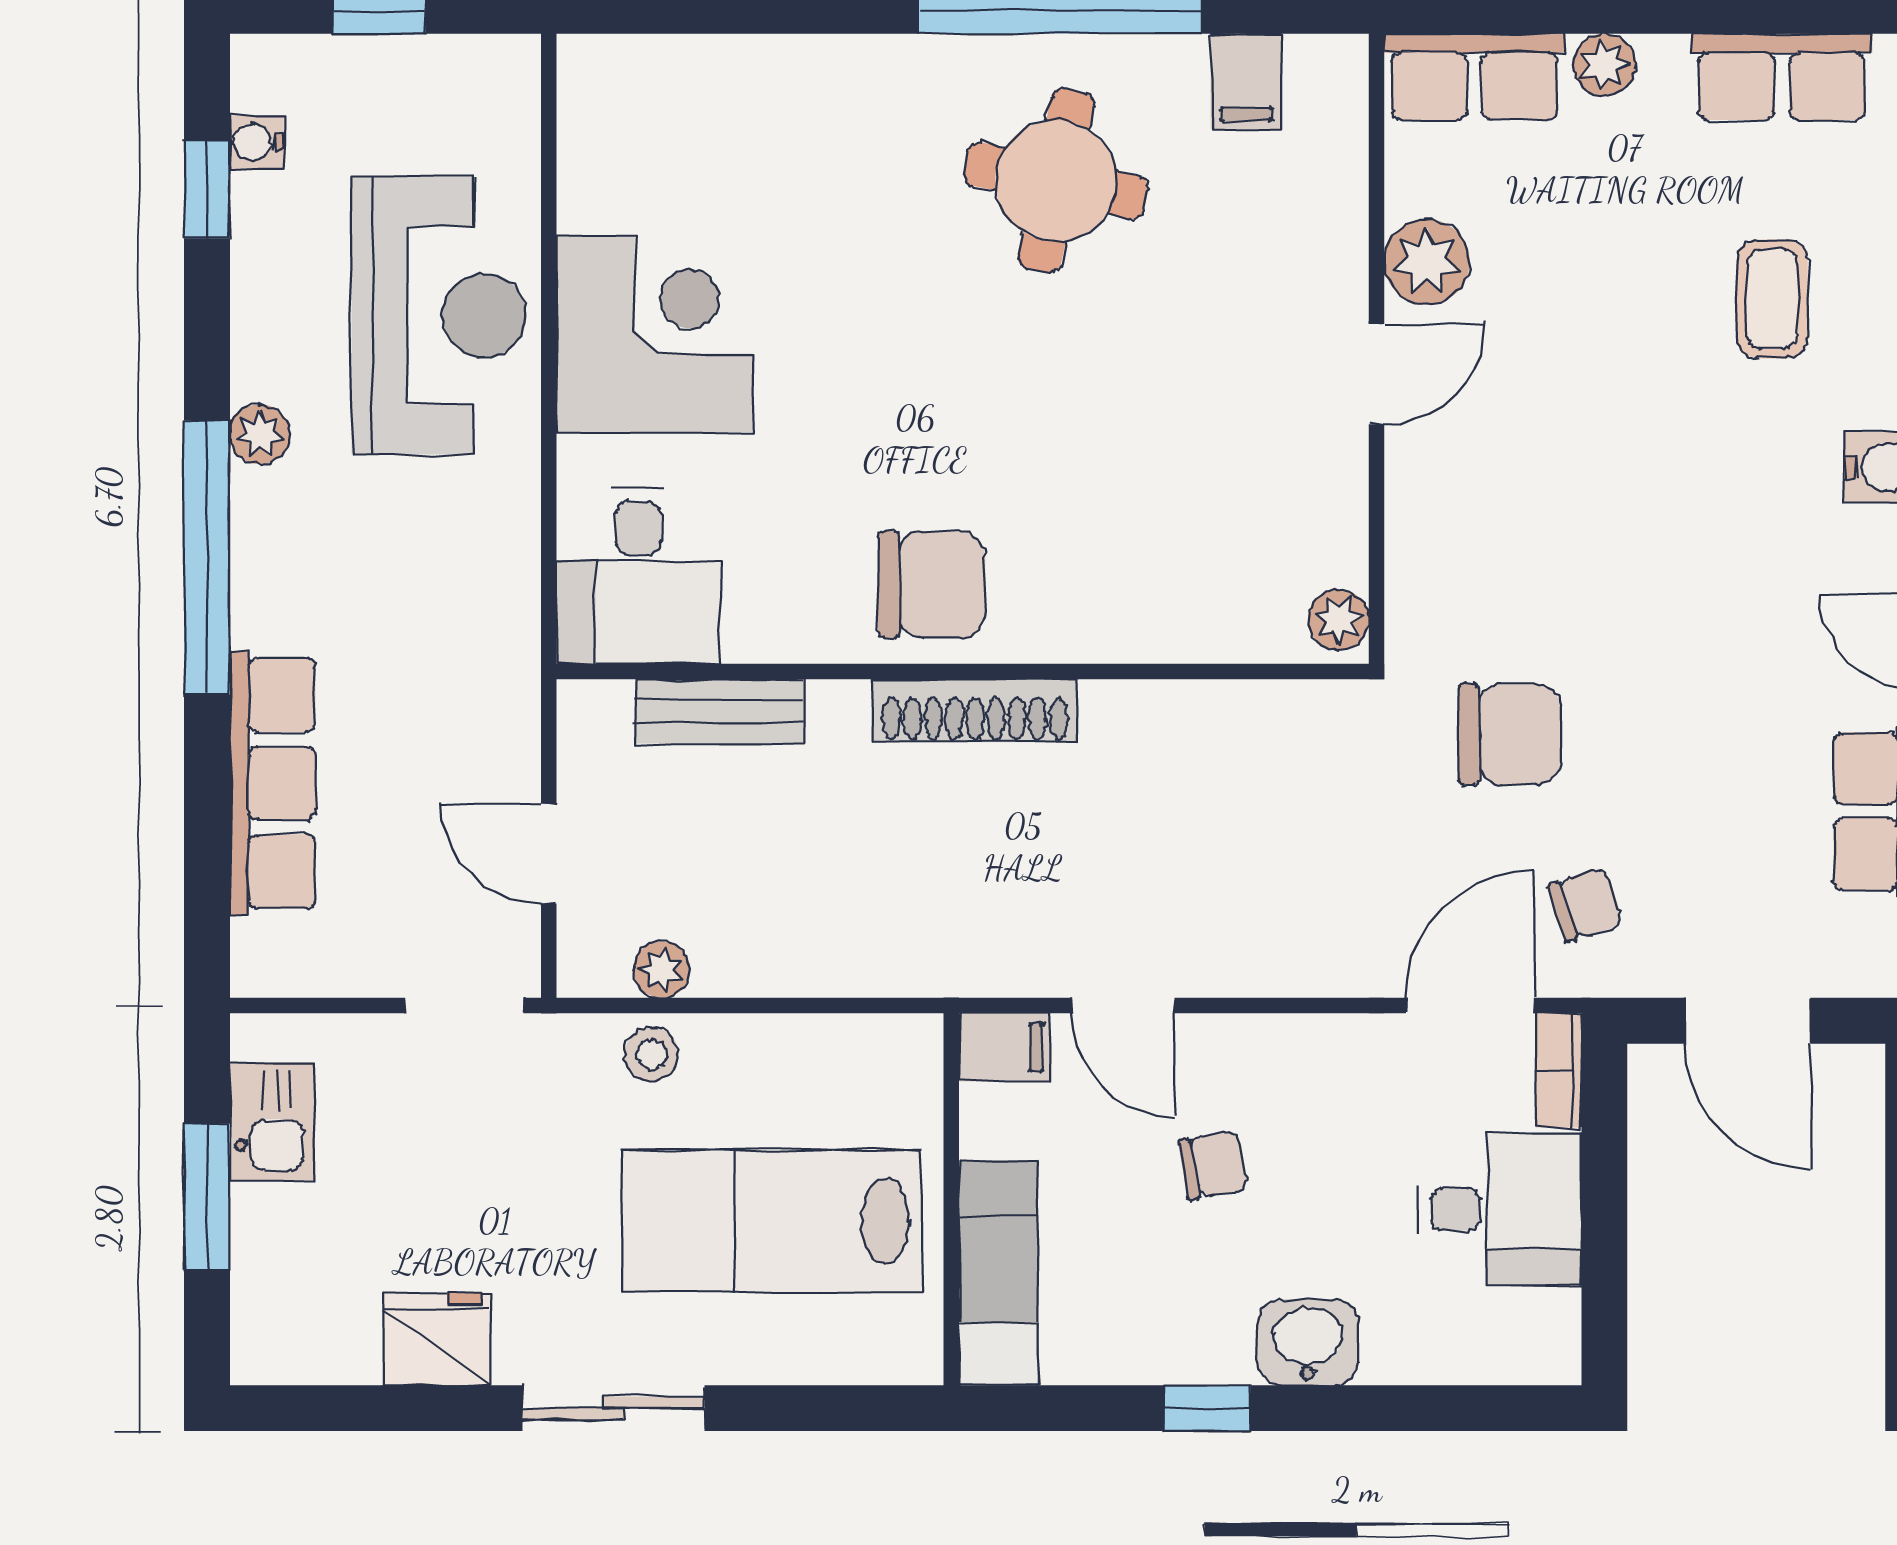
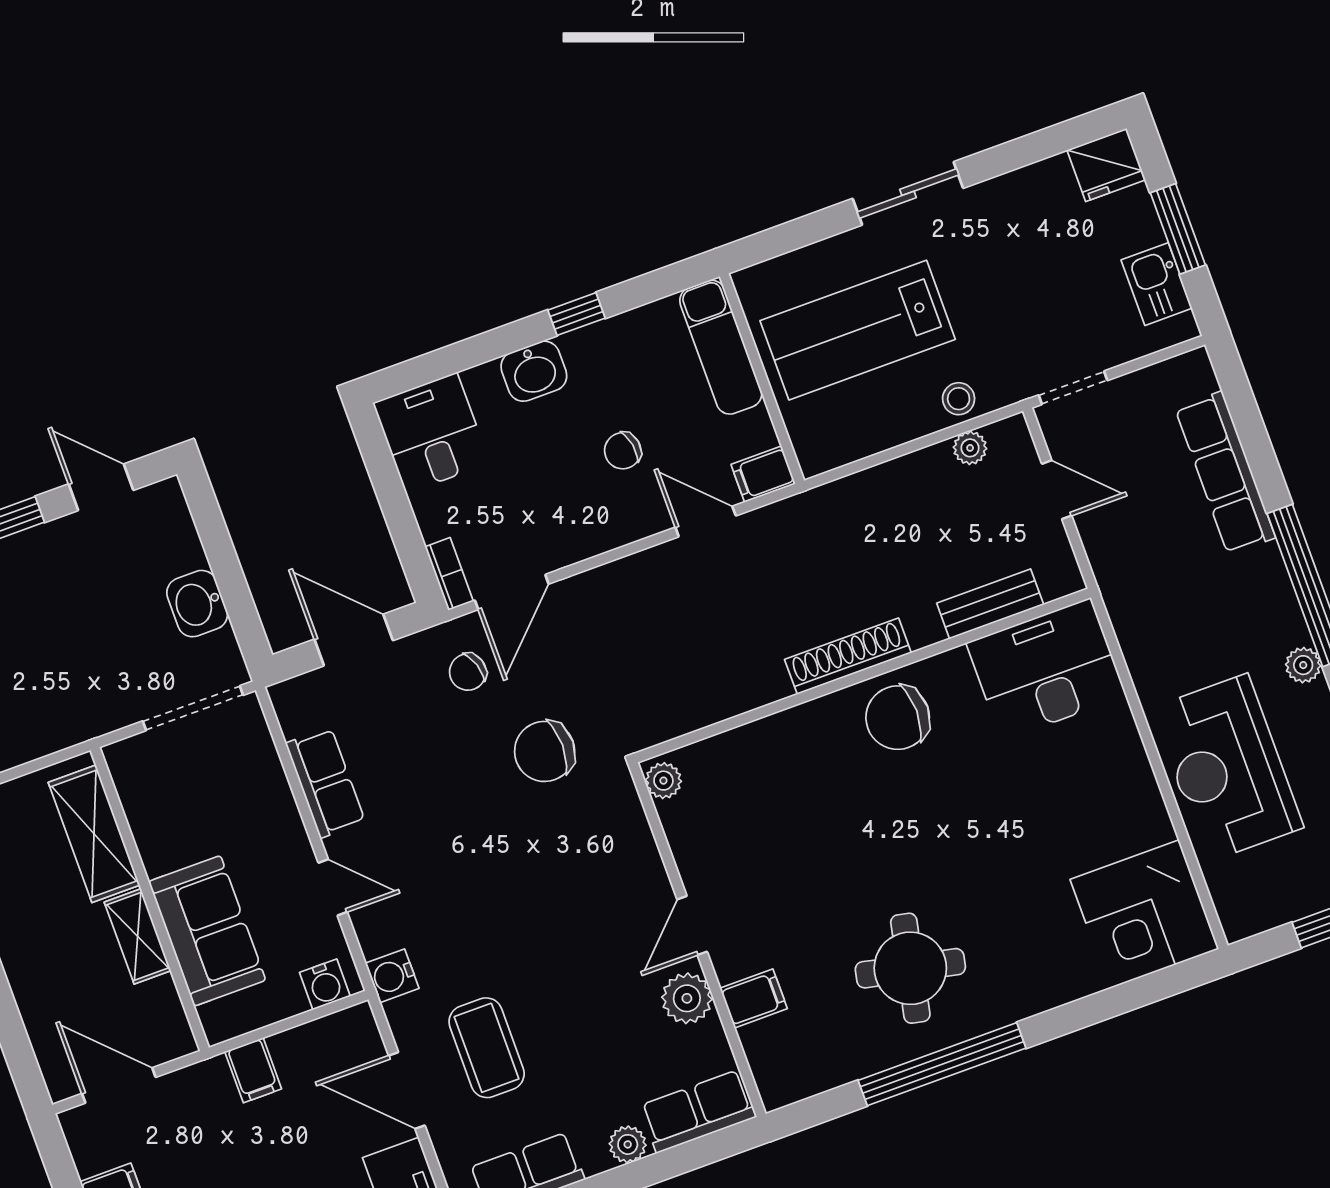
filing cabinet: (1246, 81) -> (754, 998), moved, turned 90
coffee table: (1772, 299) -> (487, 1048), width x1.36, depth x1.30
corner desk: (654, 334) -> (1145, 914), moved
desk: (638, 576) -> (1046, 669), width x1.37
desk: (1500, 1209) -> (431, 433), moved, turned 90
lab bench: (772, 1221) -> (858, 330), turned 180
fridge: (437, 1339) -> (1106, 165), moved

